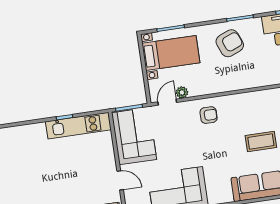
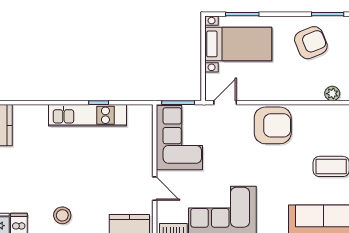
plant: (182, 92) -> (332, 94), moved
armchair: (209, 115) -> (273, 125), width x1.88, depth x1.88
kitchen unit: (78, 126) -> (88, 115), moved

